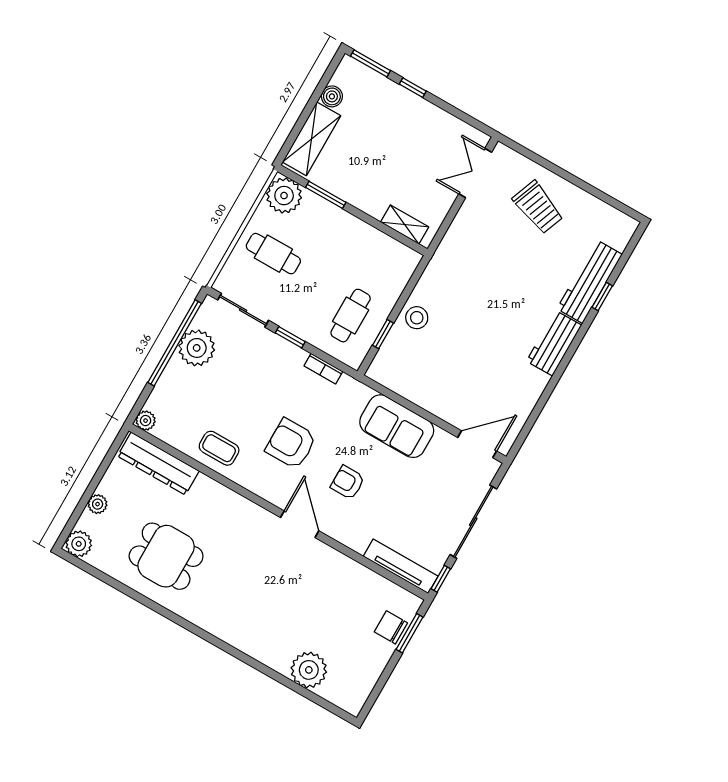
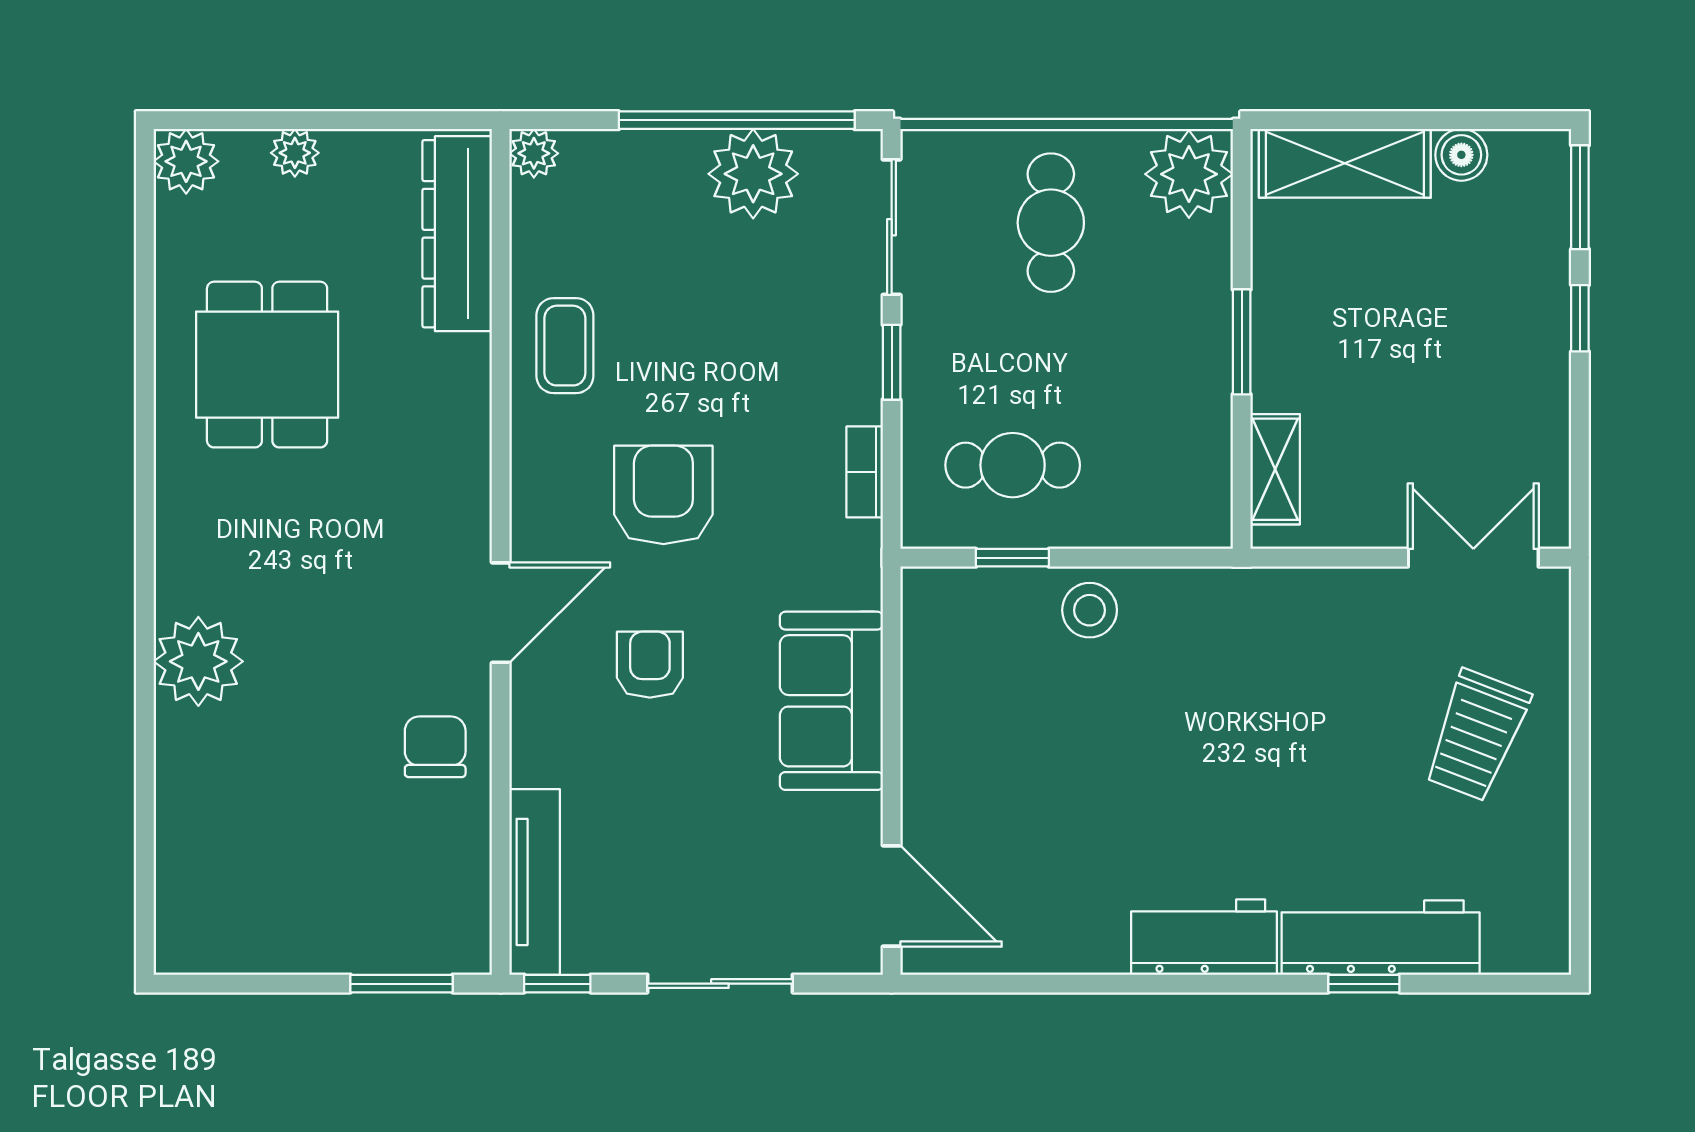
window: (326, 195) -> (1242, 342), moved
sliding door: (473, 522) -> (720, 984), width x0.73
chair: (391, 627) -> (435, 747), moved
plant: (309, 670) -> (198, 661), moved

